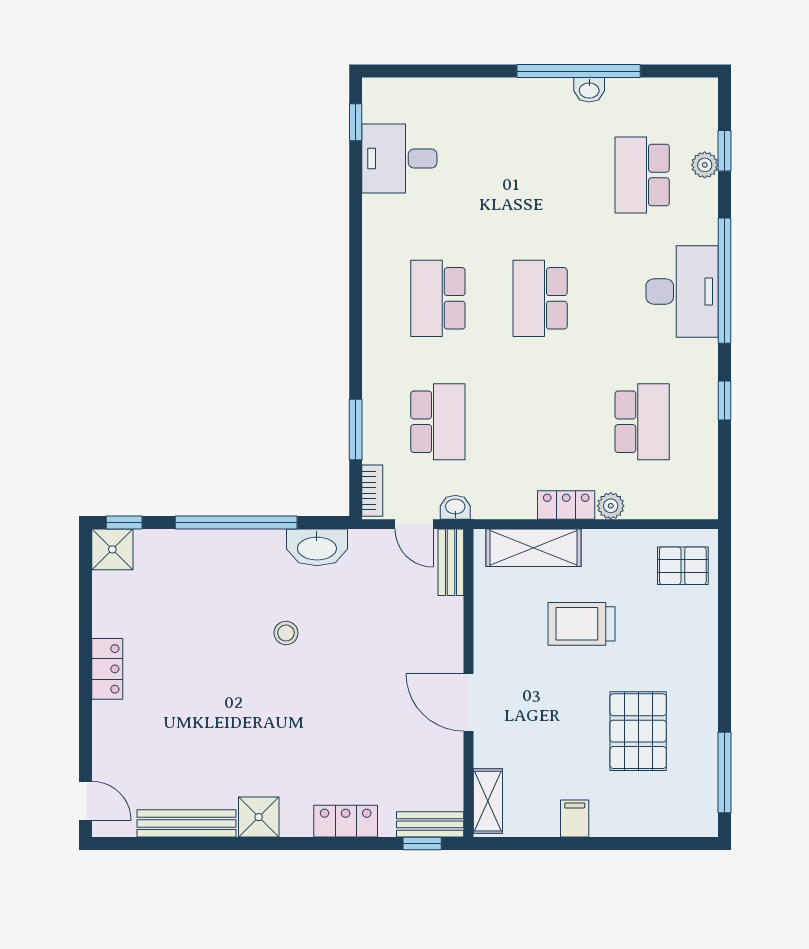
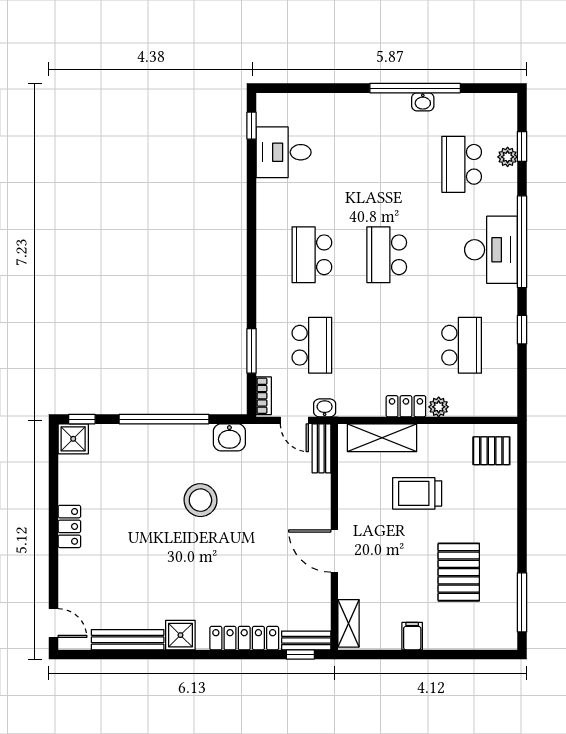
washbasin: (317, 547) -> (229, 437), width x0.72
stool: (286, 633) -> (200, 500), width x1.89, depth x1.89
locker: (346, 821) -> (244, 638), width x1.53

